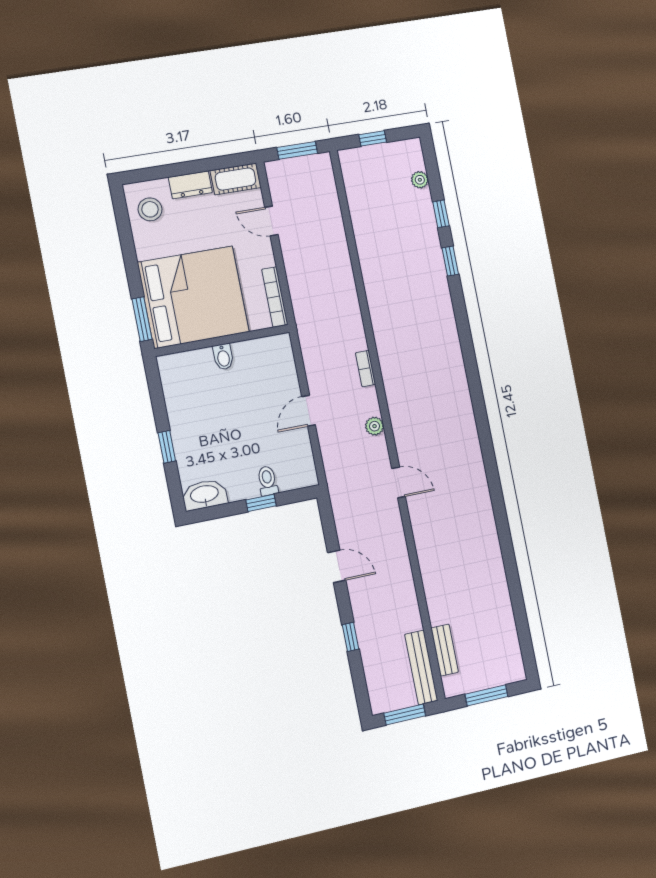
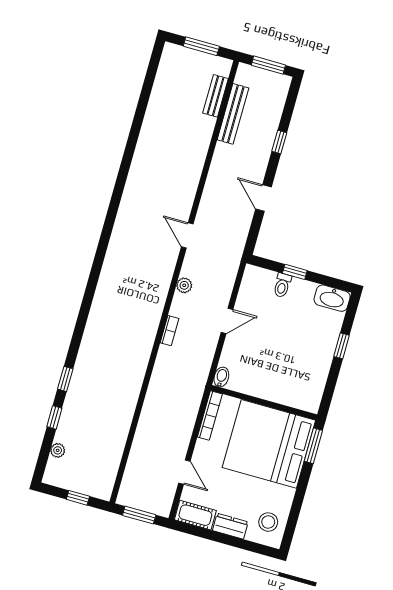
bidet: (223, 357) -> (221, 377), moved
bench: (421, 668) -> (233, 114), moved

